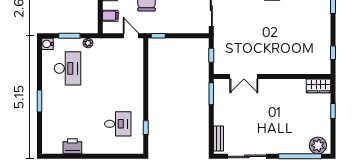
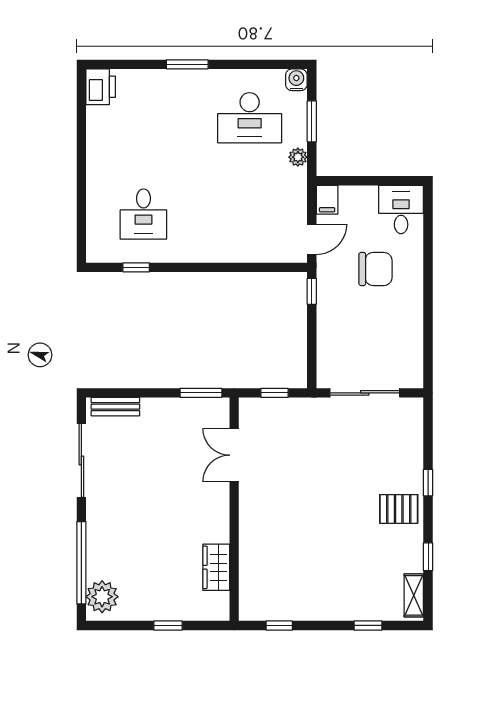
filing cabinet: (110, 16) -> (327, 200), moved
wardrobe: (319, 86) -> (216, 567), moved
printer: (72, 146) -> (101, 87), moved

